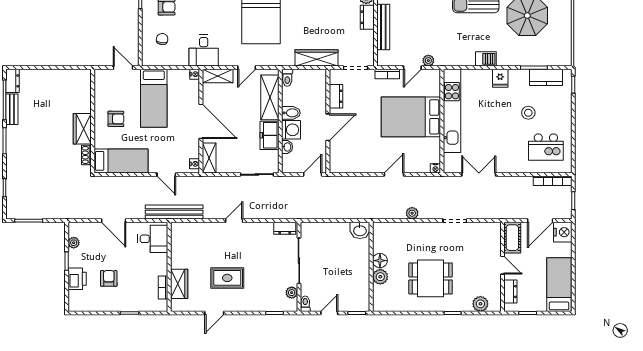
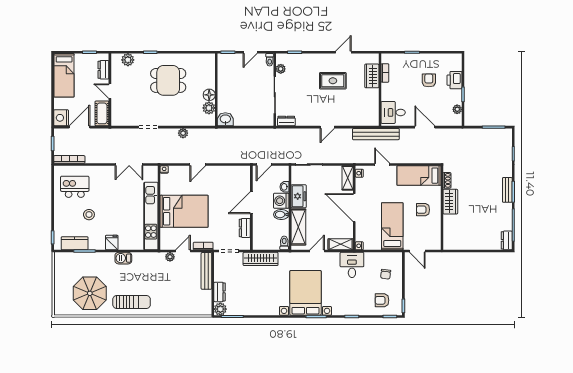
bench: (383, 27) -> (206, 271), moved
bench: (12, 109) -> (507, 190), moved
plant: (380, 277) -> (209, 108), moved
armchair: (109, 278) -> (429, 80), turned 180

